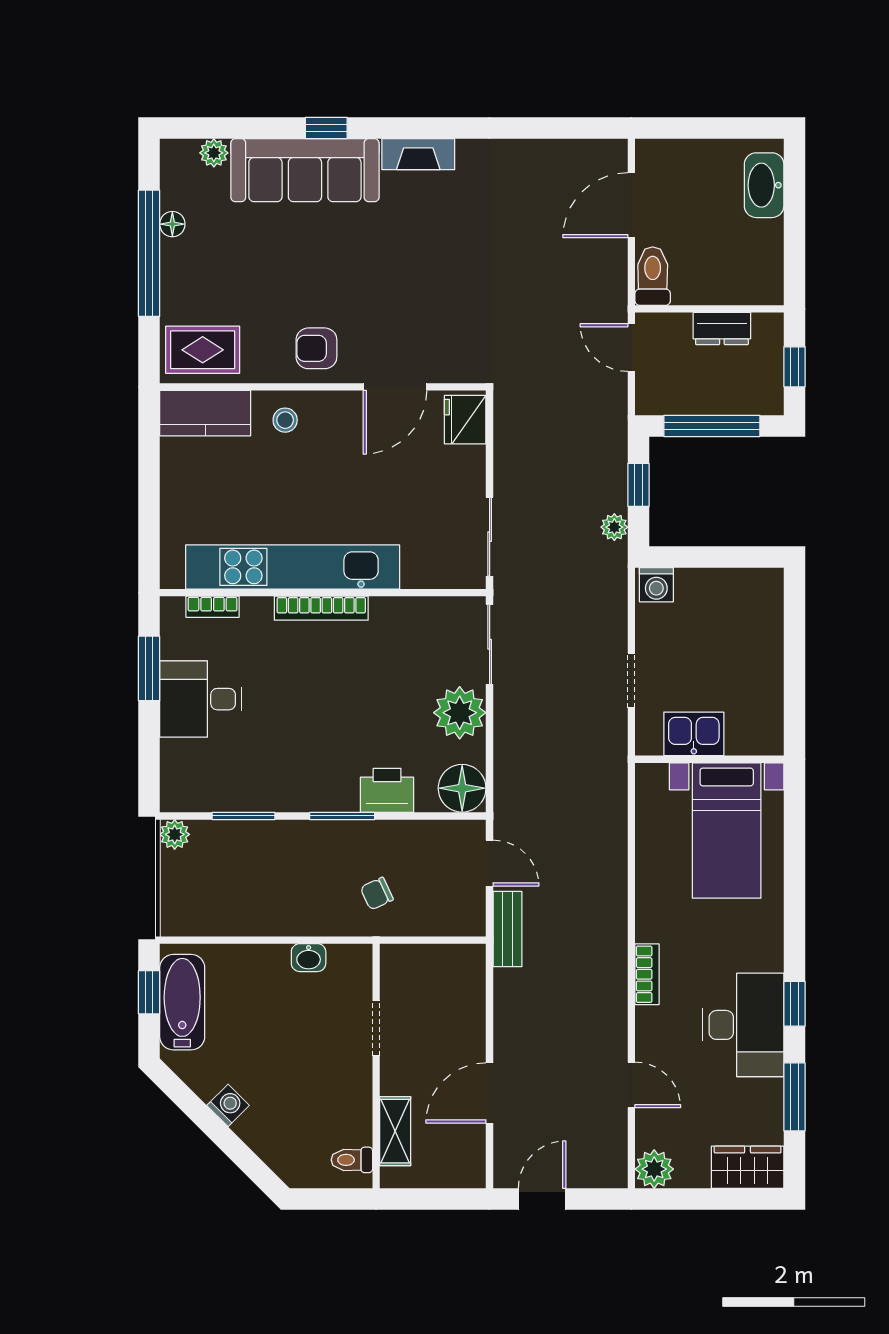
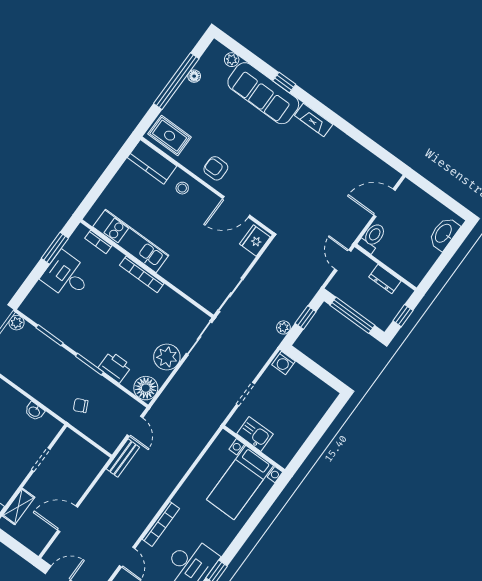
kitchen unit: (293, 567) -> (131, 241), width x0.73
bookcase: (647, 974) -> (161, 524), width x1.56

